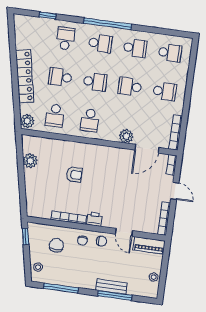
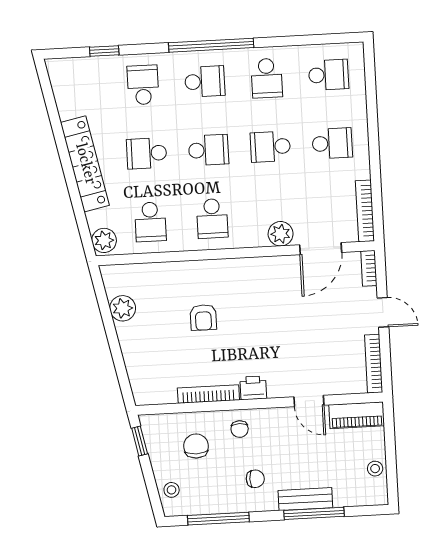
school desk: (135, 48) -> (267, 78), turned 90
armchair: (74, 174) -> (203, 317), turned 90
chair: (101, 241) -> (255, 479), moved

